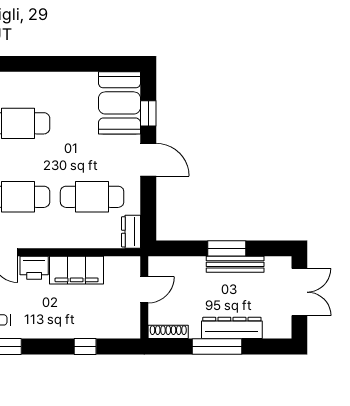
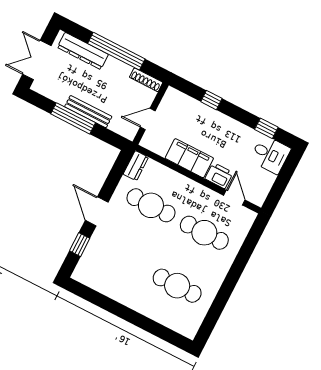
booth: (119, 103) -> (96, 263), removed
window: (227, 248) -> (73, 118), width x1.44
bench: (235, 264) -> (88, 112), moved
dresser: (232, 328) -> (83, 51), moved
window: (217, 347) -> (116, 51), width x1.46

